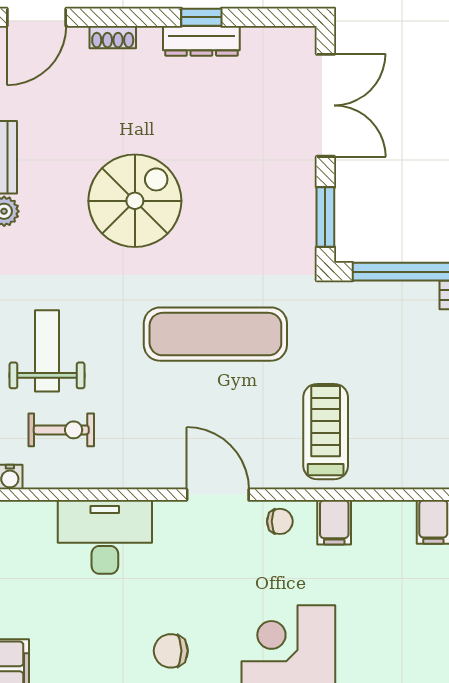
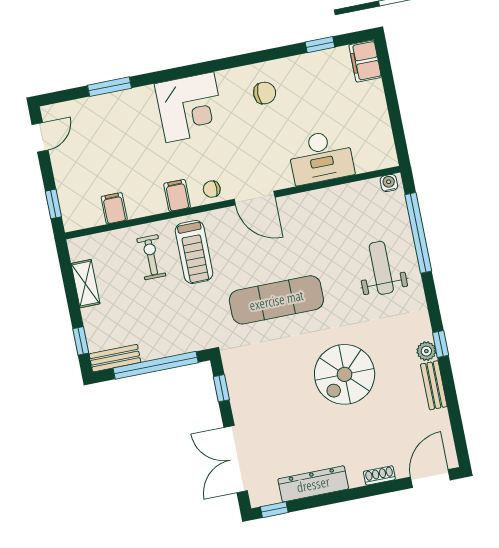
window: (201, 17) -> (274, 510), moved
dresser: (201, 41) -> (313, 484), width x1.37, depth x1.24
window: (325, 217) -> (221, 388), width x0.67
weight bench: (47, 351) -> (381, 268), turned 180
exercise bike: (61, 430) -> (151, 257), moved, turned 90

